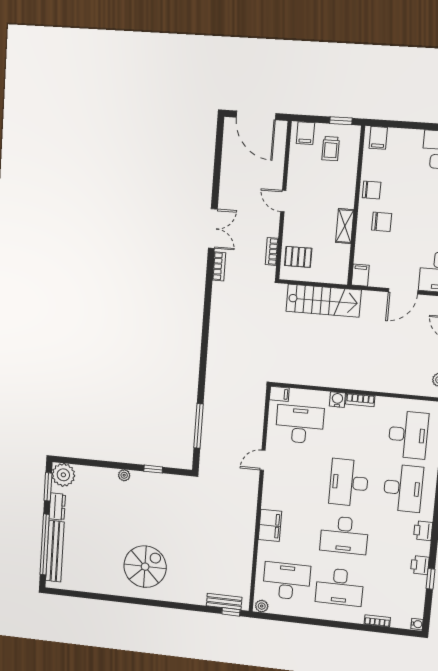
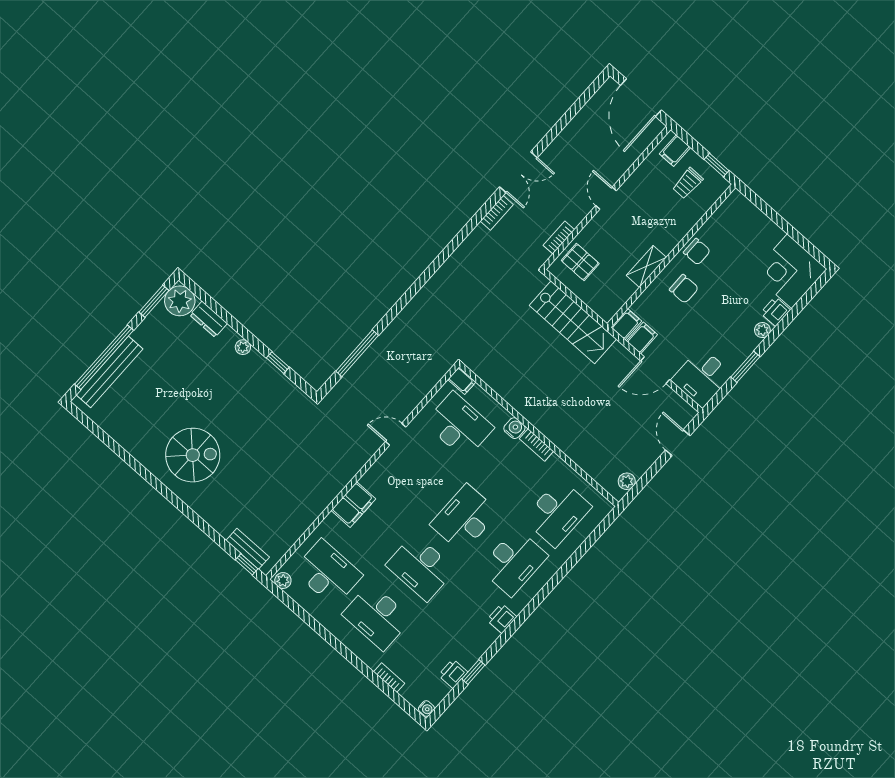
filing cabinet: (378, 138) -> (642, 338), moved, turned 180
dresser: (57, 507) -> (209, 319), moved, turned 90
printer: (420, 565) -> (453, 674), moved

